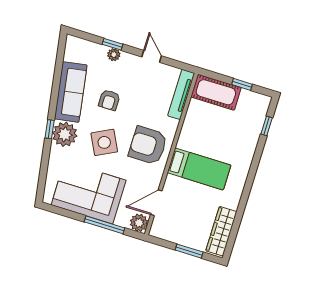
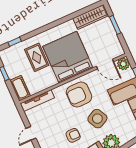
cot: (216, 92) -> (20, 88), width x0.73, depth x0.75
rug: (229, 135) -> (37, 57), added
armchair: (148, 145) -> (79, 95), turned 90
bed: (199, 169) -> (68, 57), width x2.04

